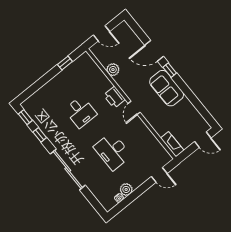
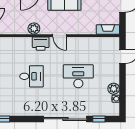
plant: (113, 70) -> (34, 29), moved
window: (40, 135) -> (99, 119), moved
desk: (113, 151) -> (78, 76), turned 180

